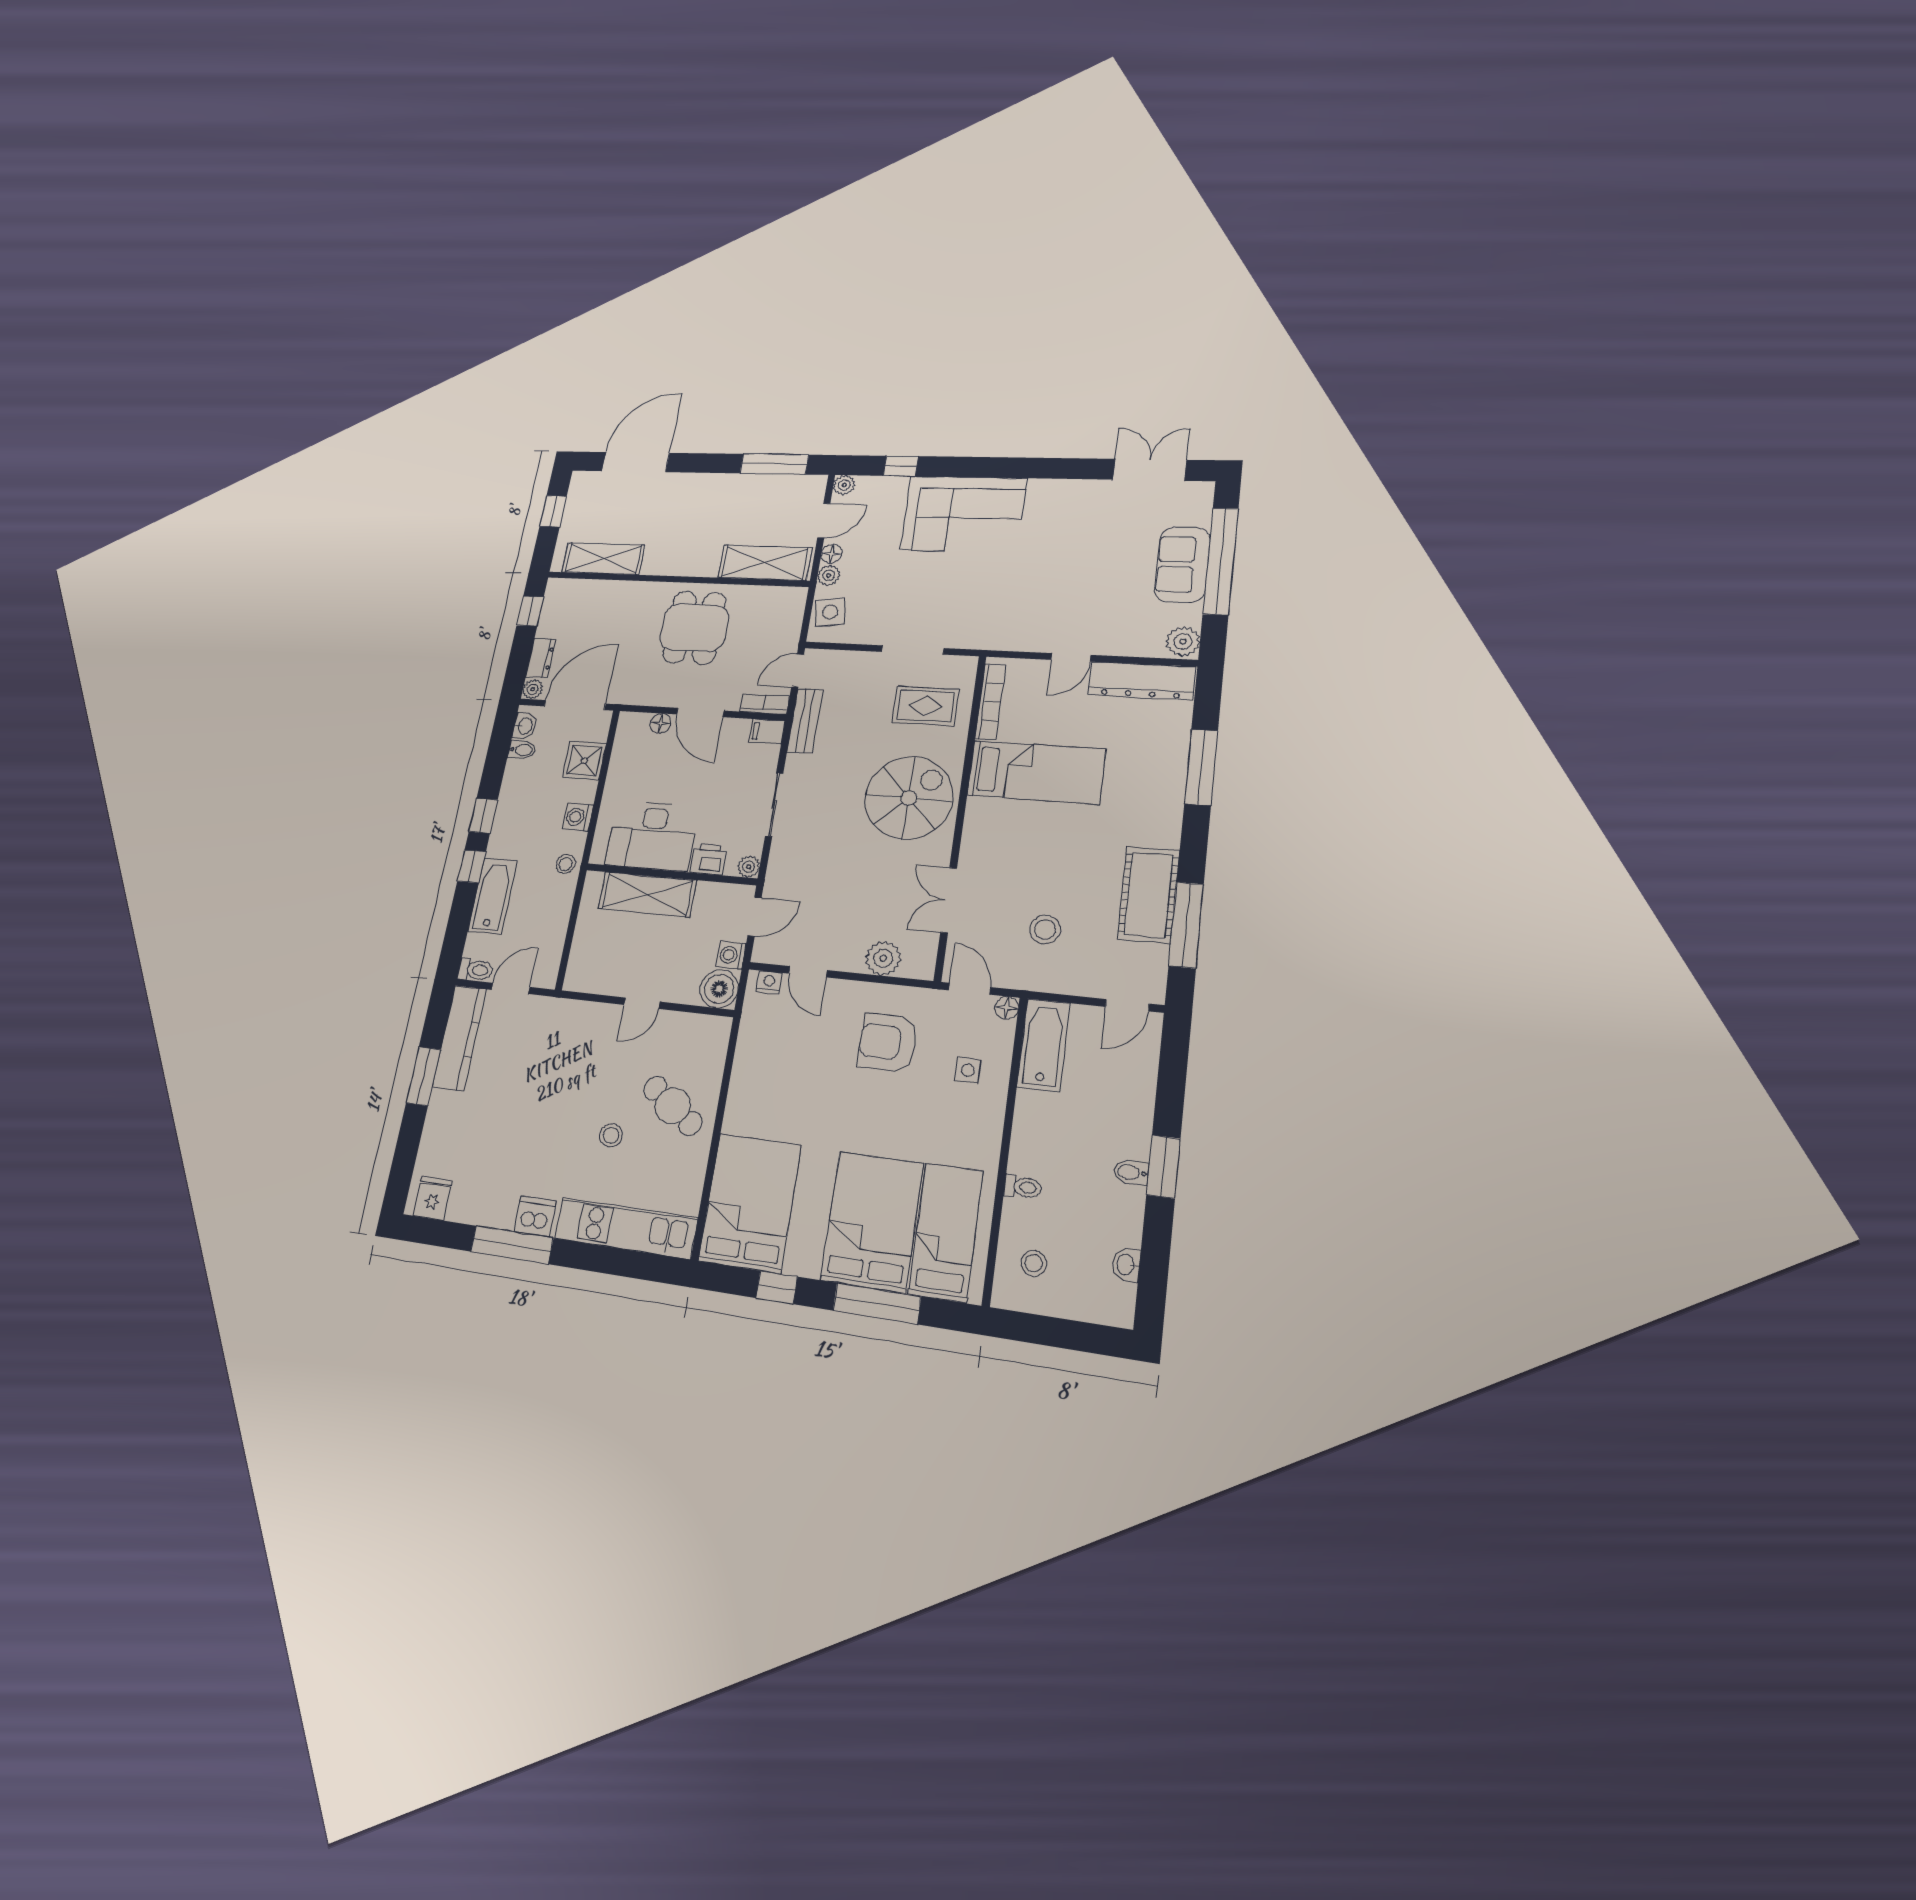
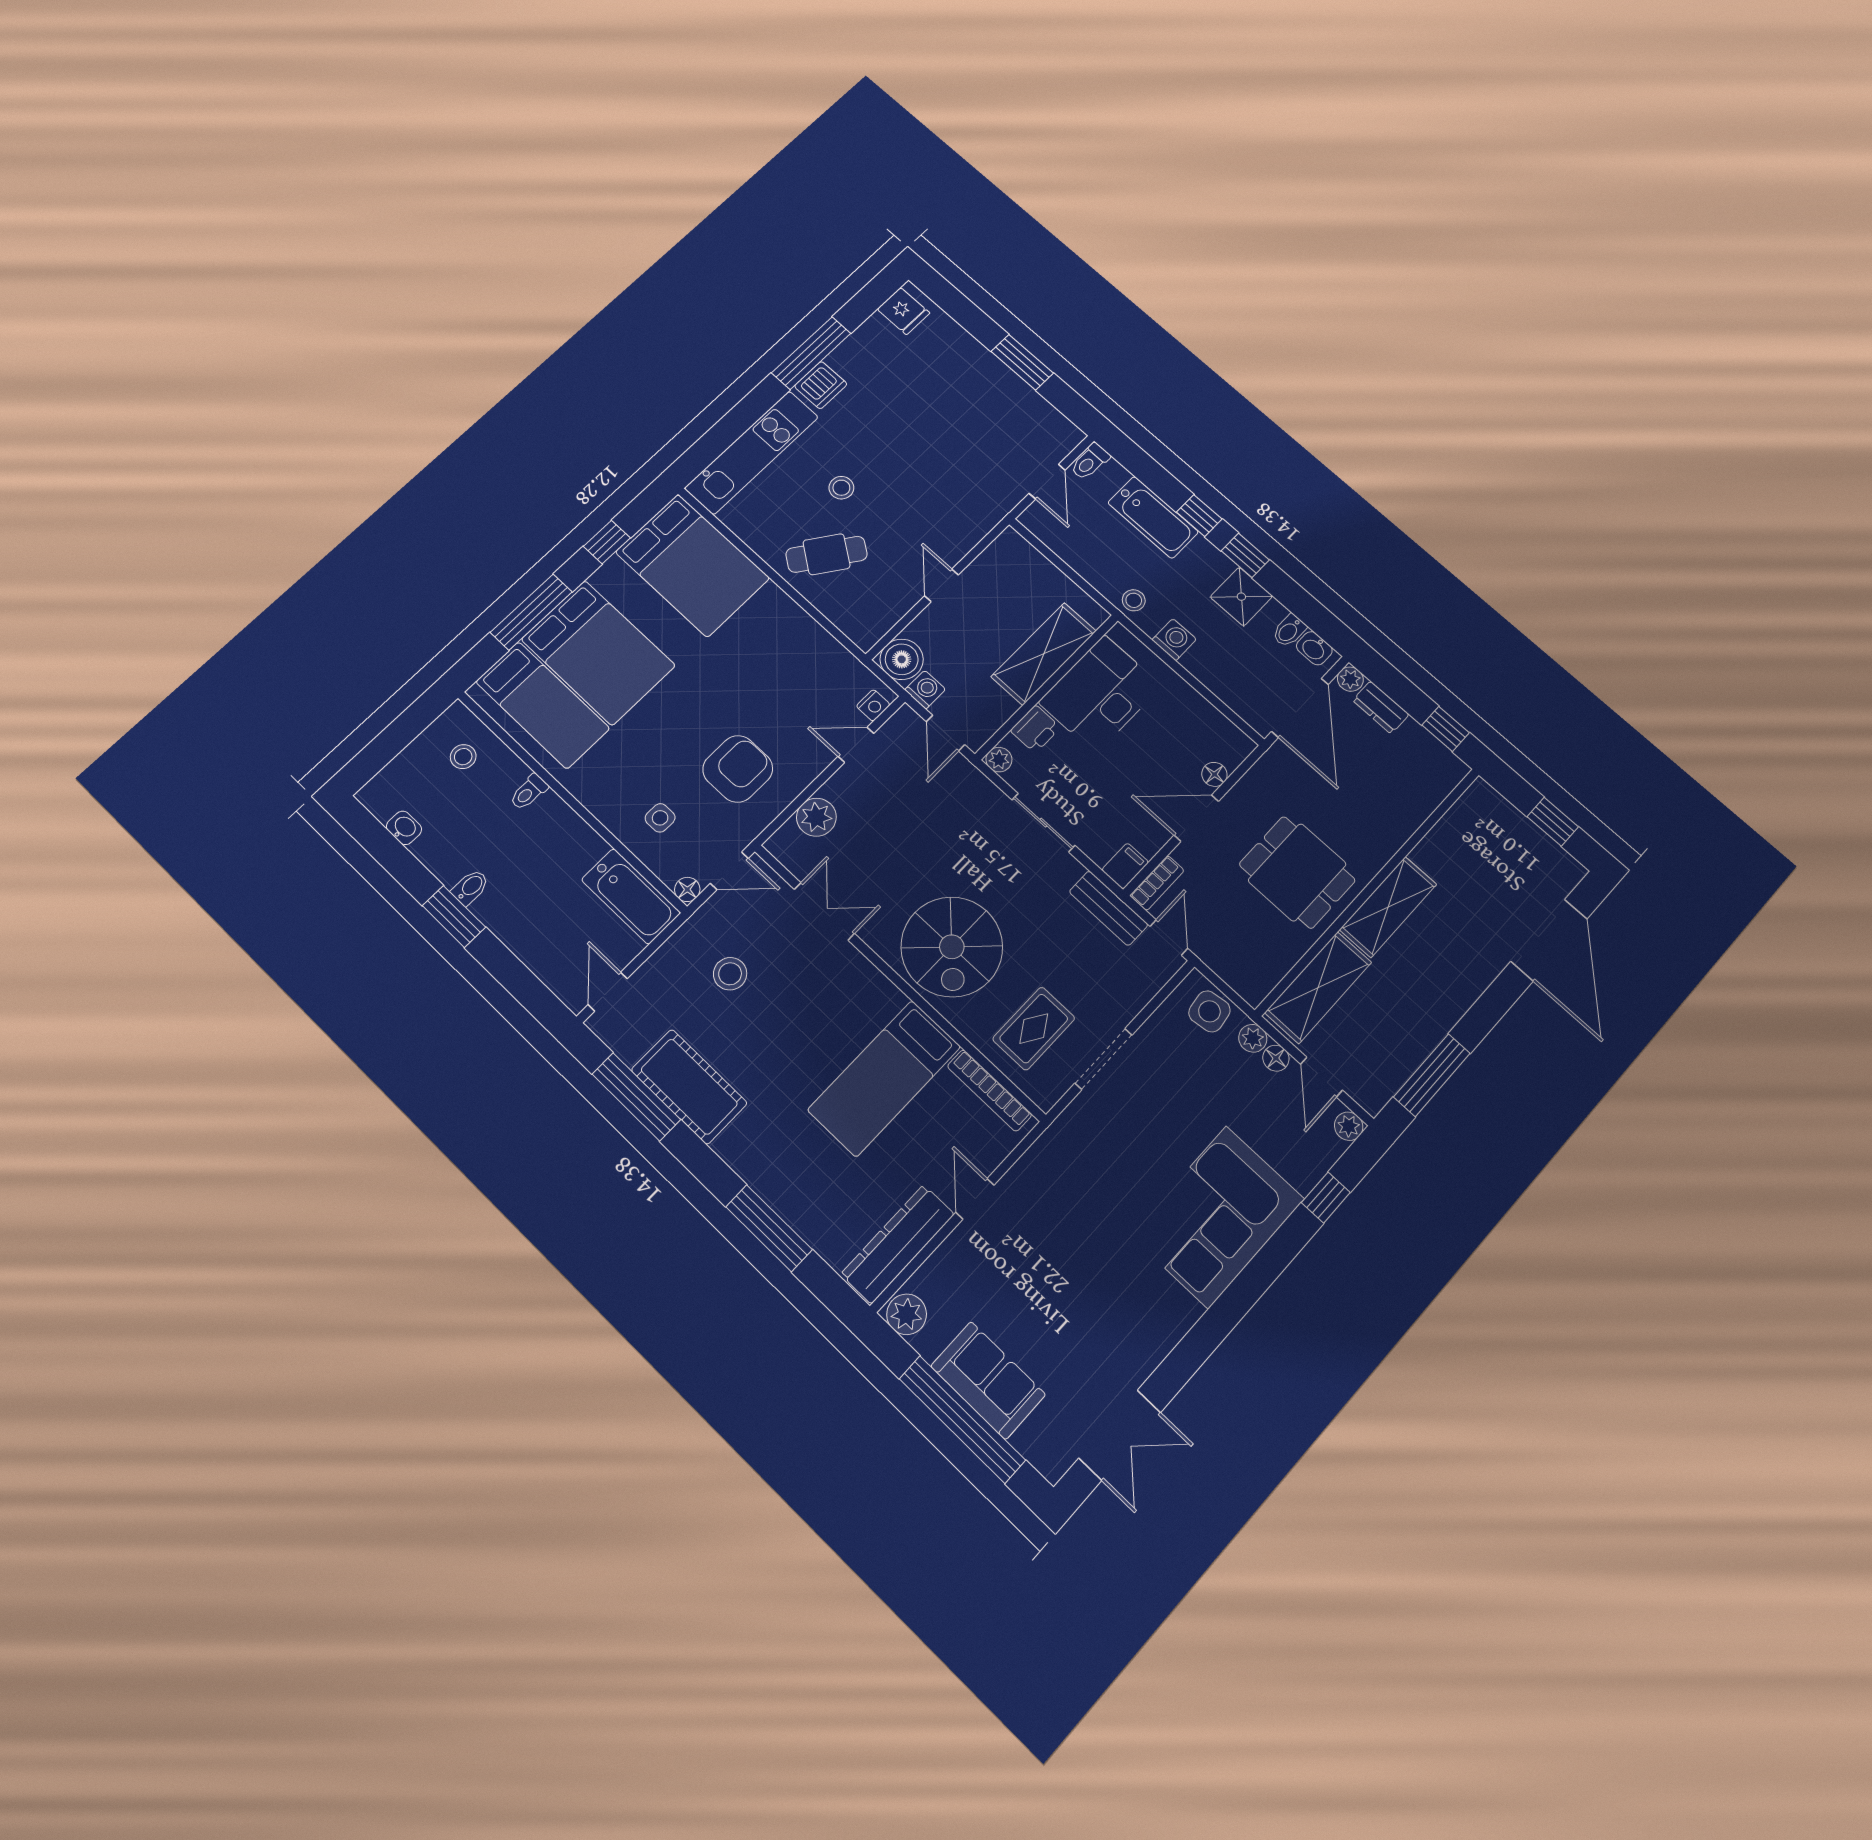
shelving: (603, 559) -> (1388, 907), moved
shower: (584, 761) -> (1241, 597), moved
kitchen counter: (459, 1038) -> (1034, 412), removed

